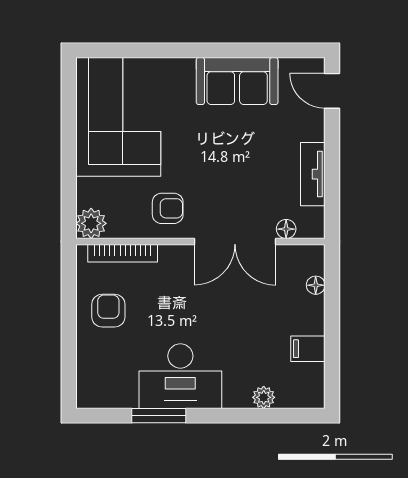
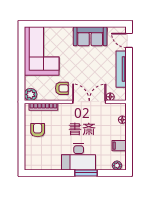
tv unit: (313, 174) -> (121, 69), width x1.41
double door: (235, 242) -> (89, 102), swing flipped
desk: (180, 376) -> (79, 157), moved
plant: (264, 397) -> (117, 166), moved
window: (159, 416) -> (86, 173), moved

